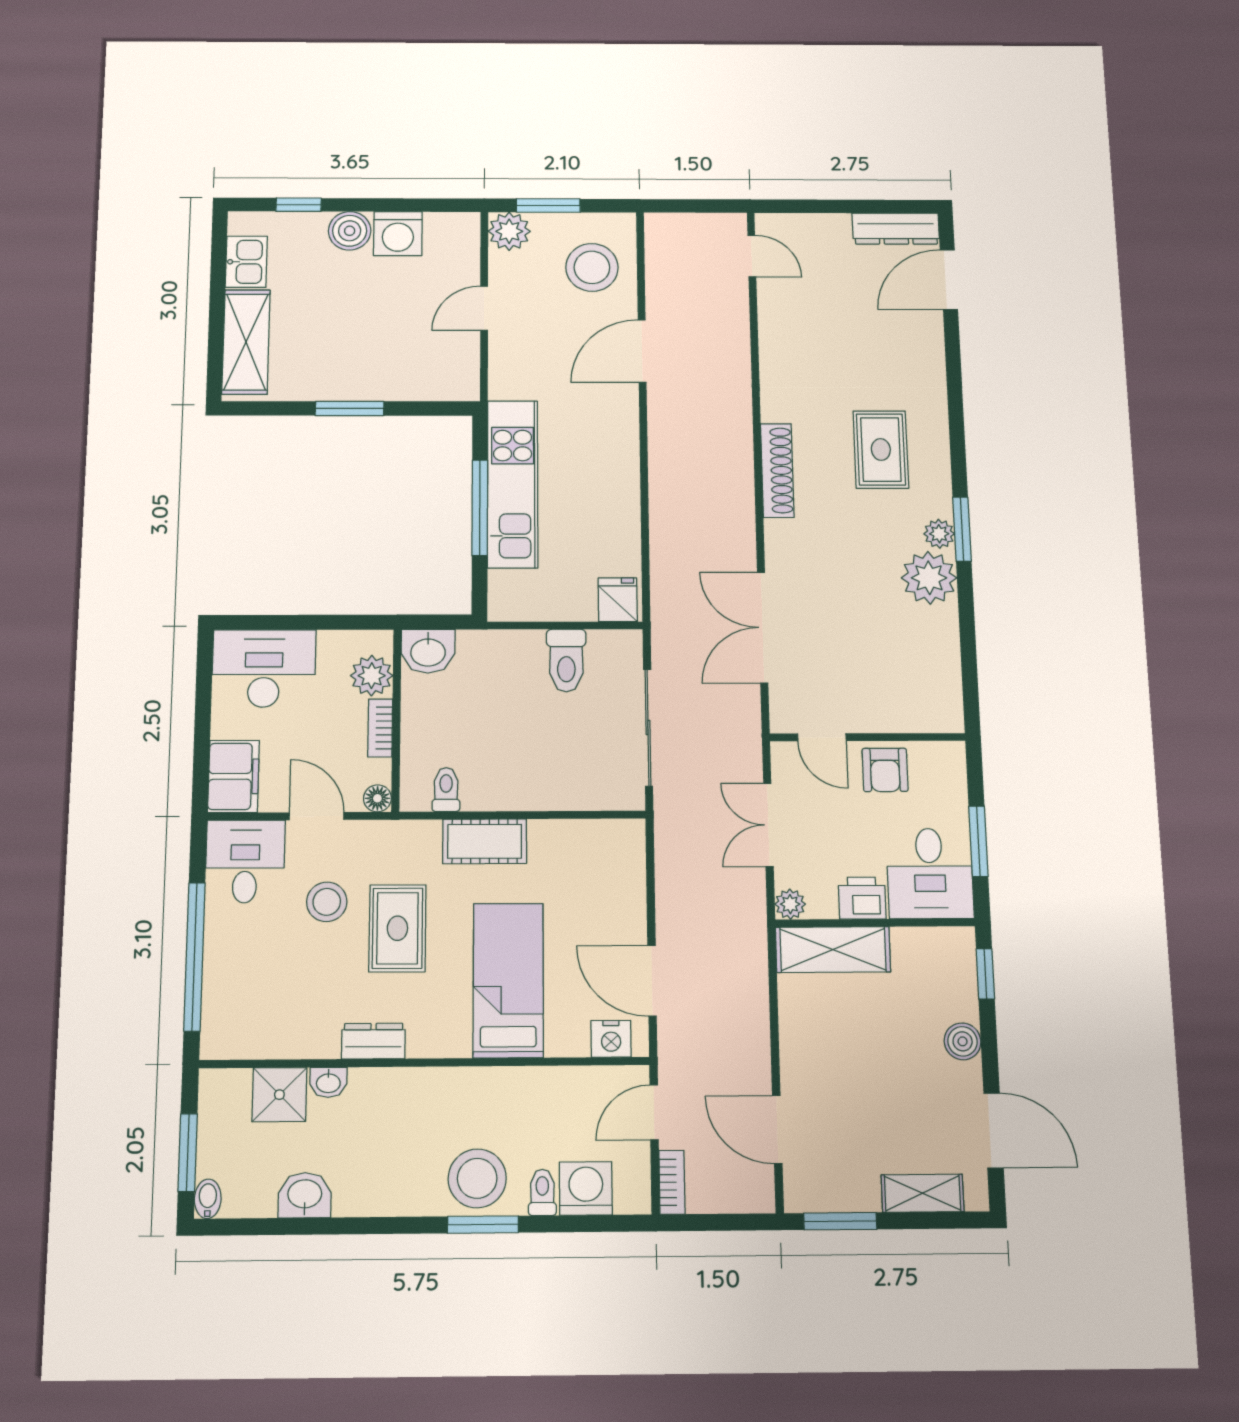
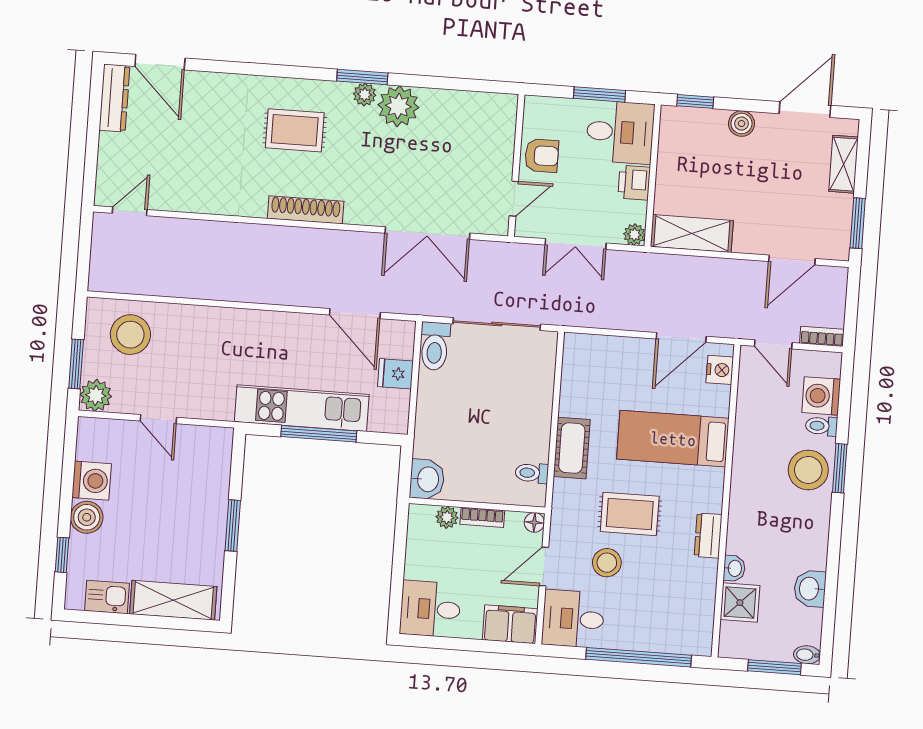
door: (642, 351) -> (355, 314), moved
fridge: (618, 600) -> (395, 374), moved
toilet: (566, 660) -> (435, 346), moved, turned 90
desk: (264, 668) -> (430, 609), width x0.73
plant: (372, 676) -> (447, 517), width x0.73, depth x0.73
shelving: (833, 950) -> (692, 234), moved, turned 90

